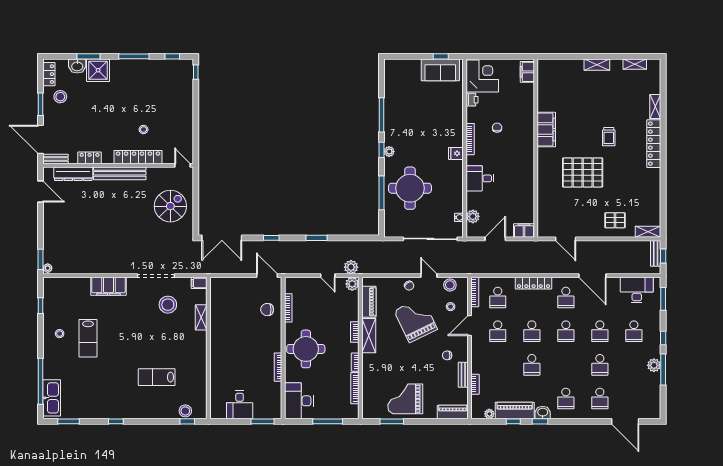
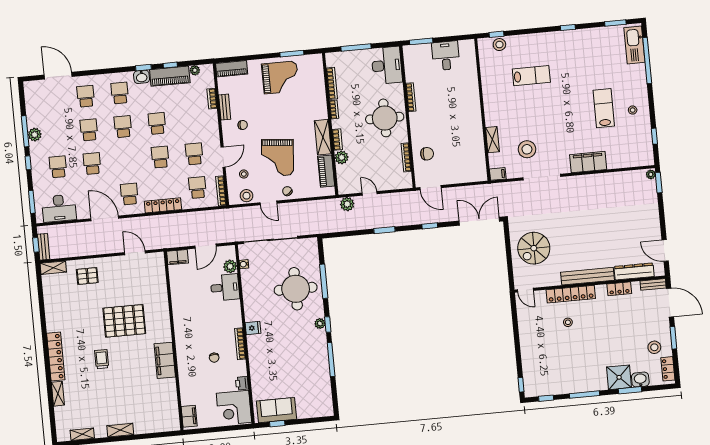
desk: (480, 178) -> (225, 287), moved
plant: (352, 284) -> (342, 157), moved
grand piano: (416, 320) -> (278, 157), turned 31
school desk: (566, 331) -> (123, 127), moved

